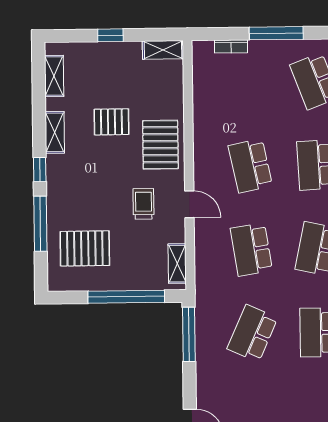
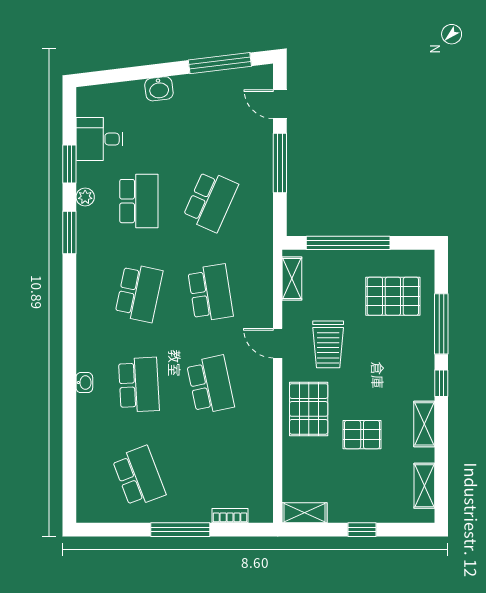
trolley: (143, 204) -> (328, 344), width x1.36, depth x1.39
window: (189, 334) -> (280, 163), moved

